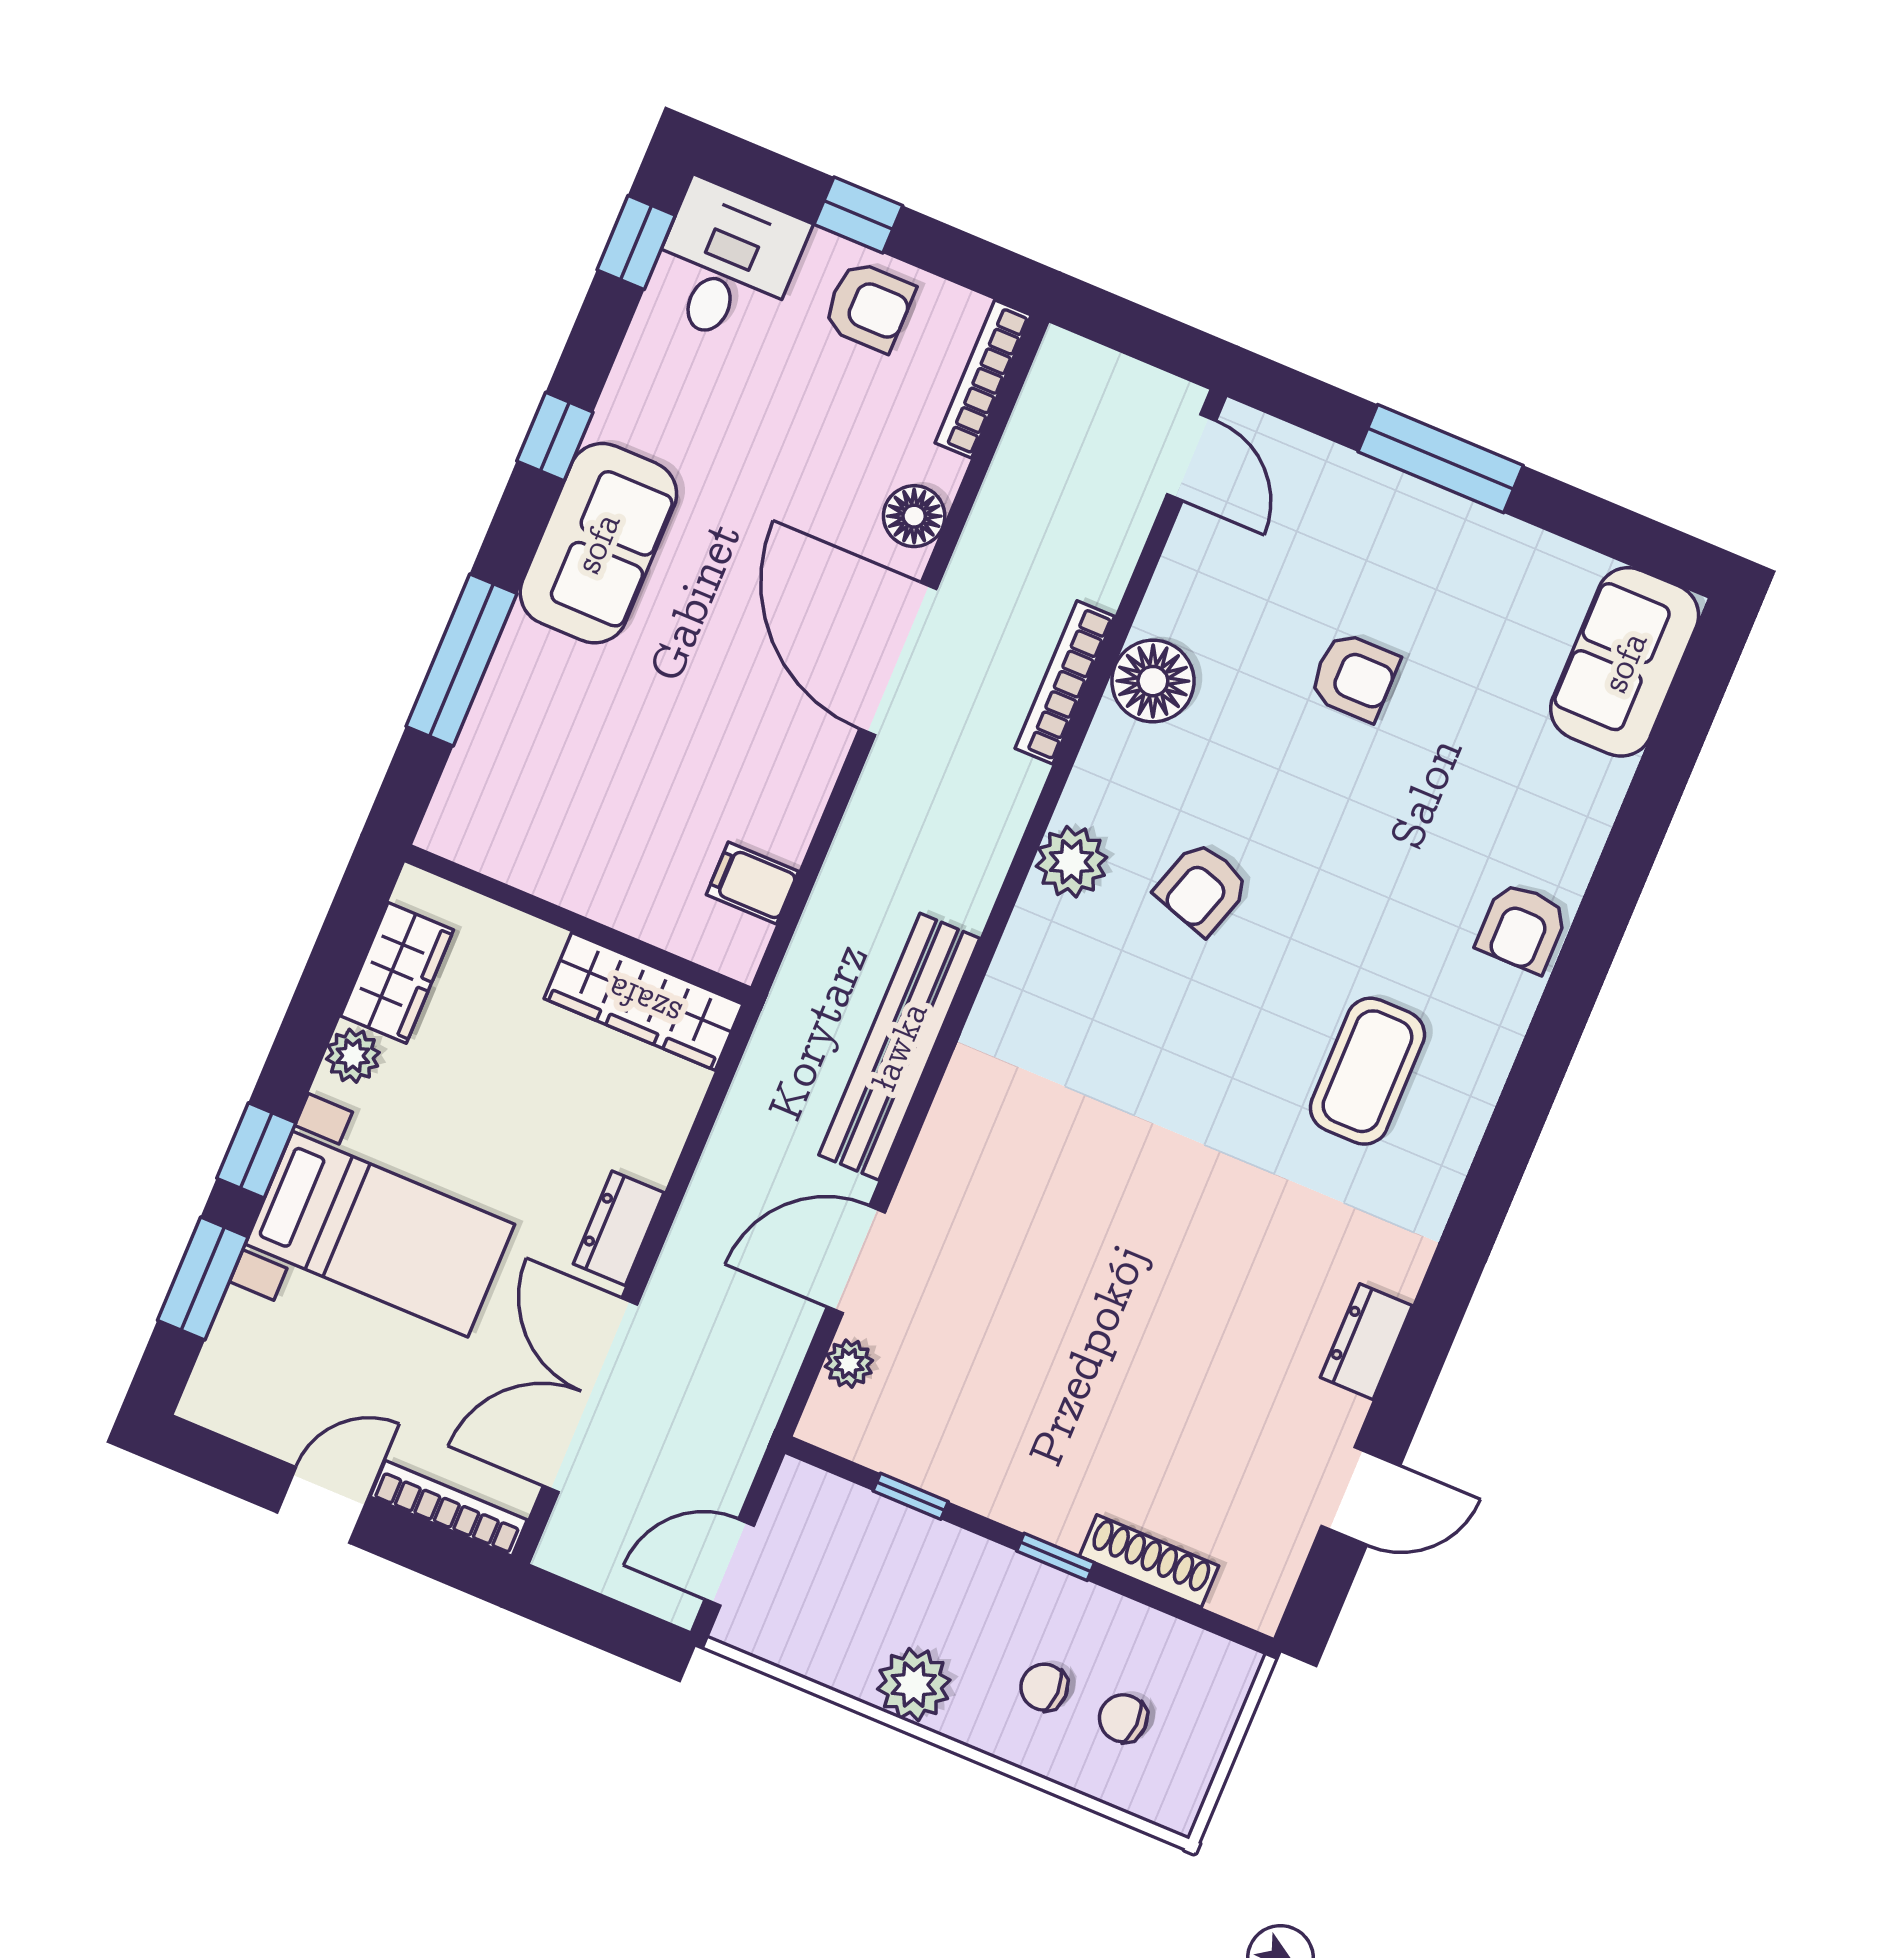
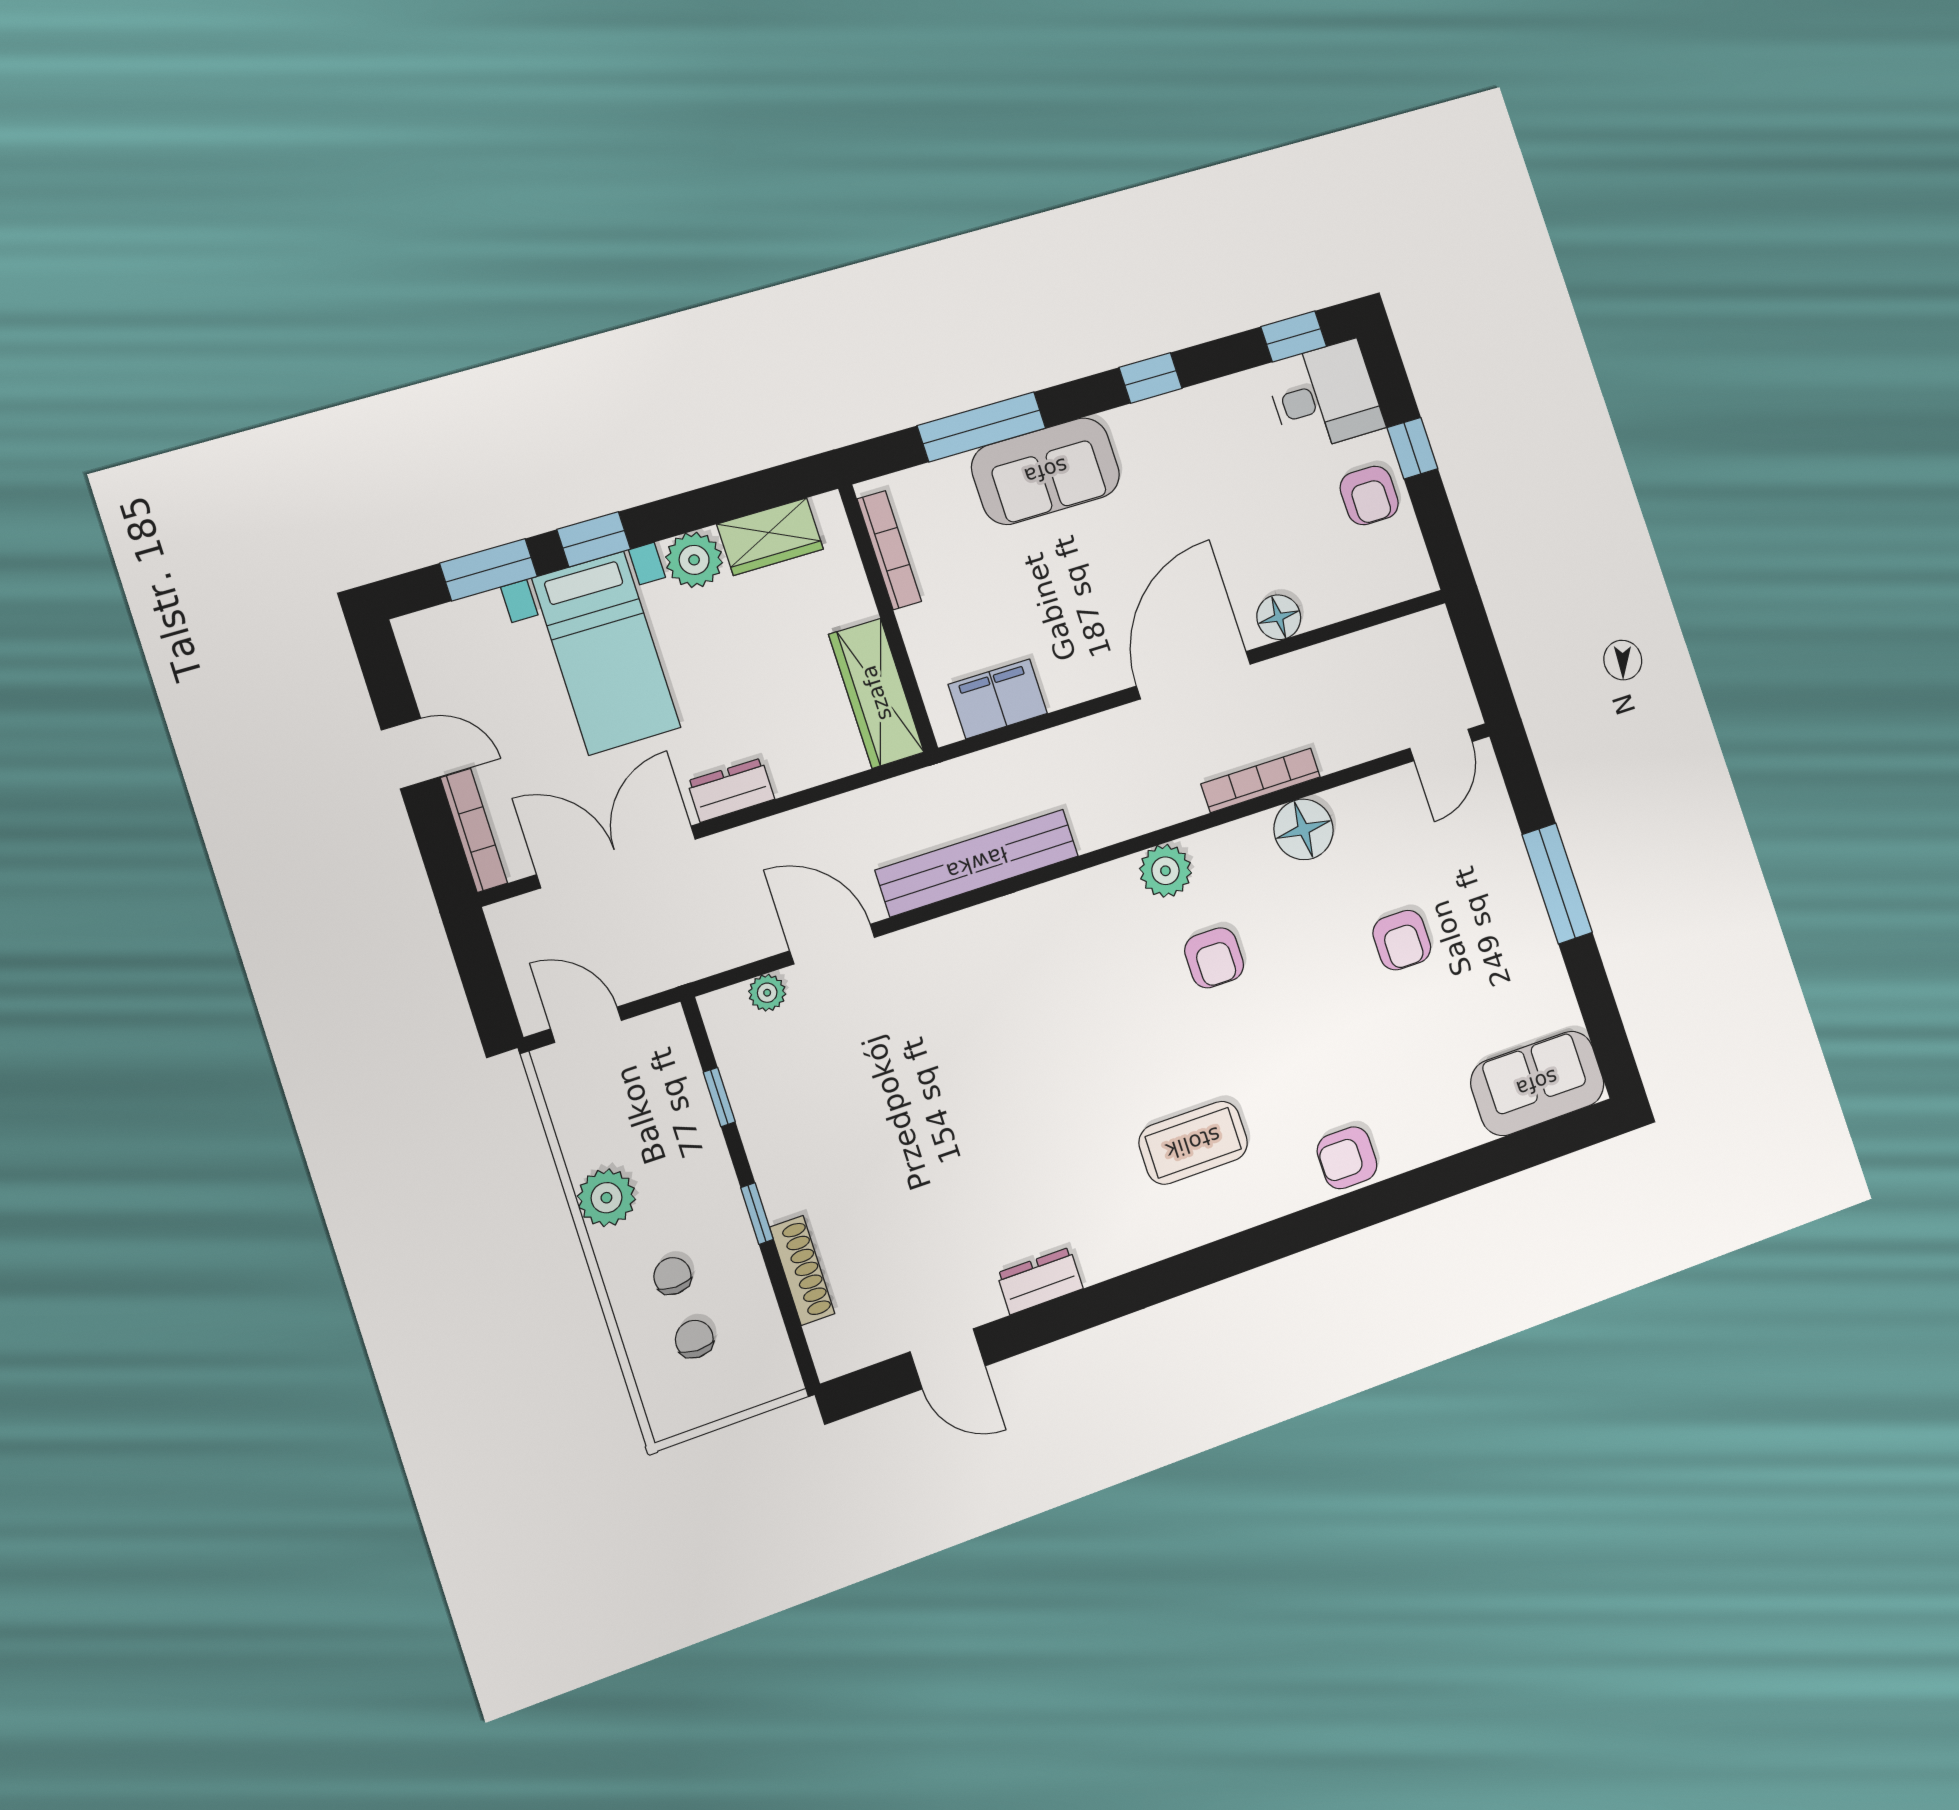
bookcase: (983, 379) -> (889, 550), moved, turned 90
sofa: (598, 543) -> (1046, 471), moved
filing cabinet: (752, 883) -> (998, 699), width x2.00
armchair: (1202, 888) -> (1214, 958), turned -108
plant: (353, 1056) -> (694, 560), width x1.38, depth x1.38

